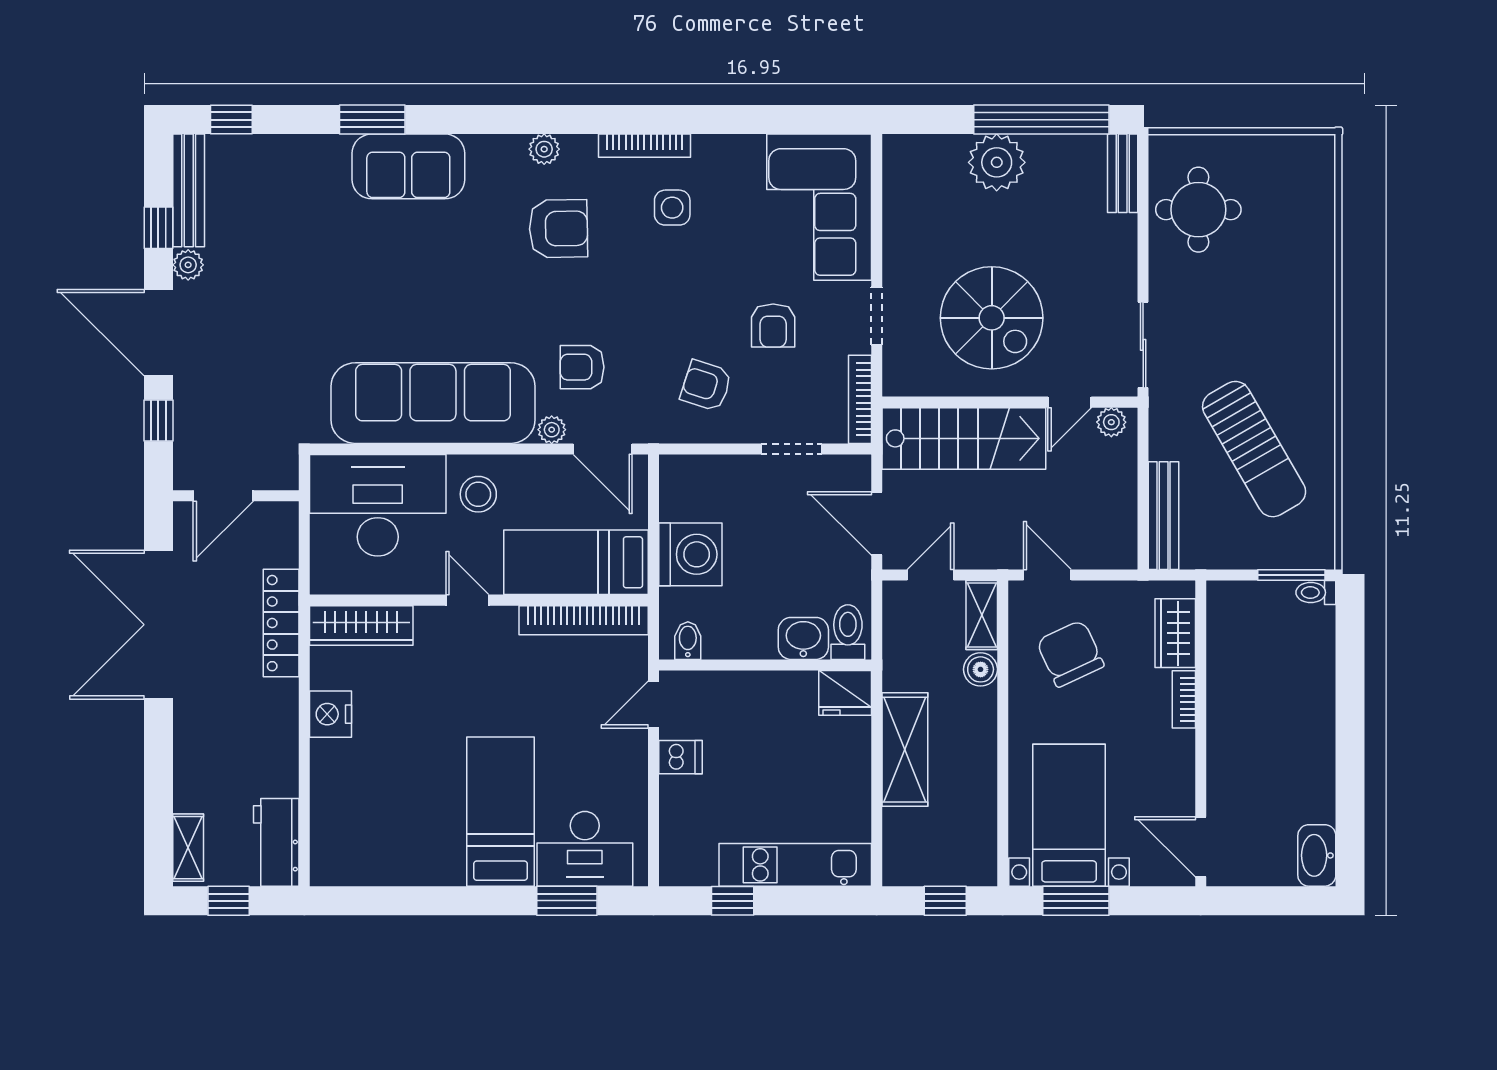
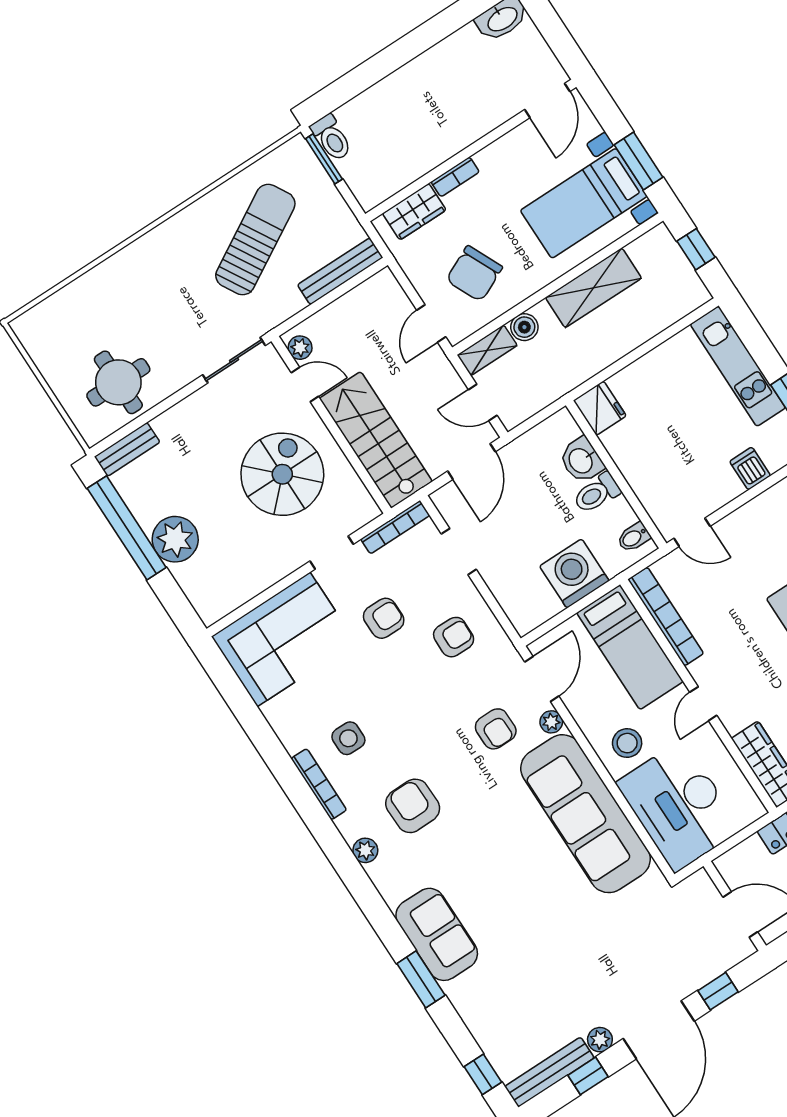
armchair: (706, 386) -> (454, 637), turned -107
toilet: (1316, 593) -> (331, 138), width x1.37, depth x1.39
toilet: (848, 632) -> (597, 493), moved
shelving: (905, 750) -> (593, 288), moved
dishwasher: (681, 757) -> (750, 468), moved

